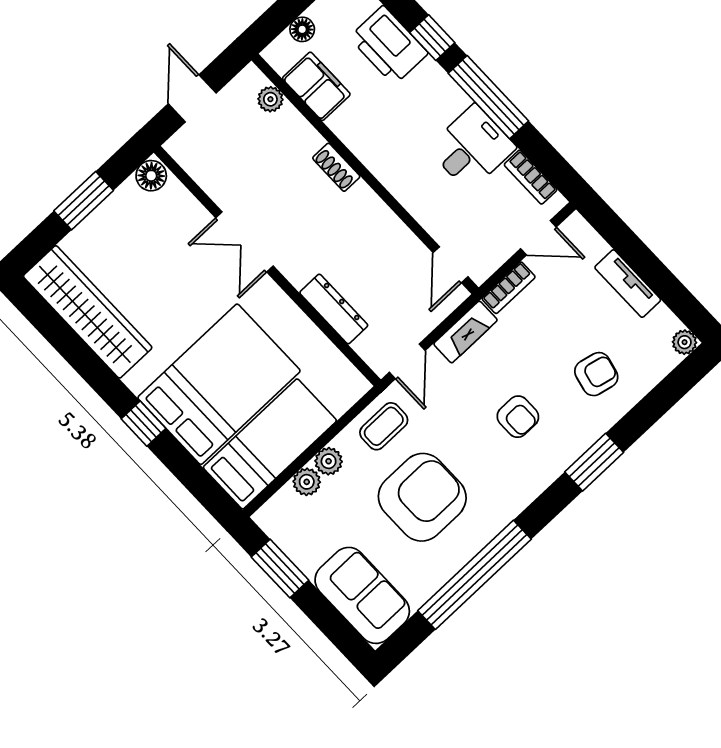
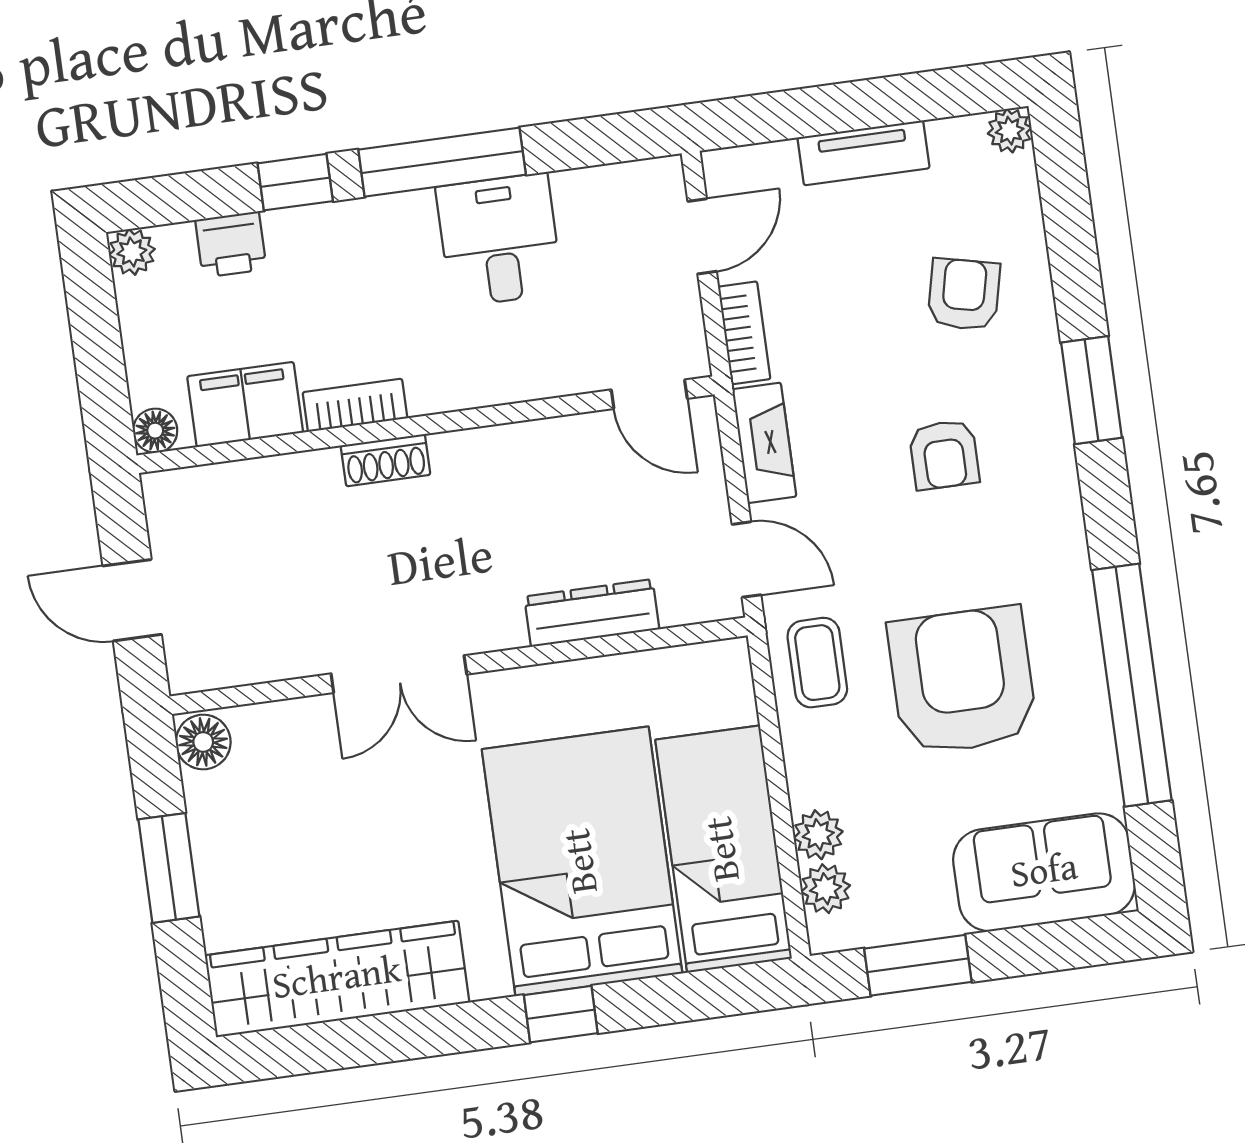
floor lamp: (302, 29) -> (155, 431), moved
printer: (389, 45) -> (231, 245), width x0.53, depth x0.68
plant: (270, 99) -> (216, 486), removed
bookcase: (531, 177) -> (355, 405), moved, turned 180
armchair: (518, 417) -> (944, 455), turned 90
plant: (329, 461) -> (826, 889), moved

